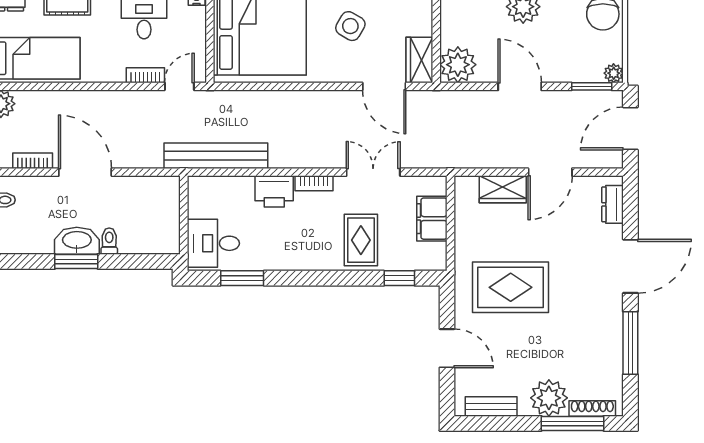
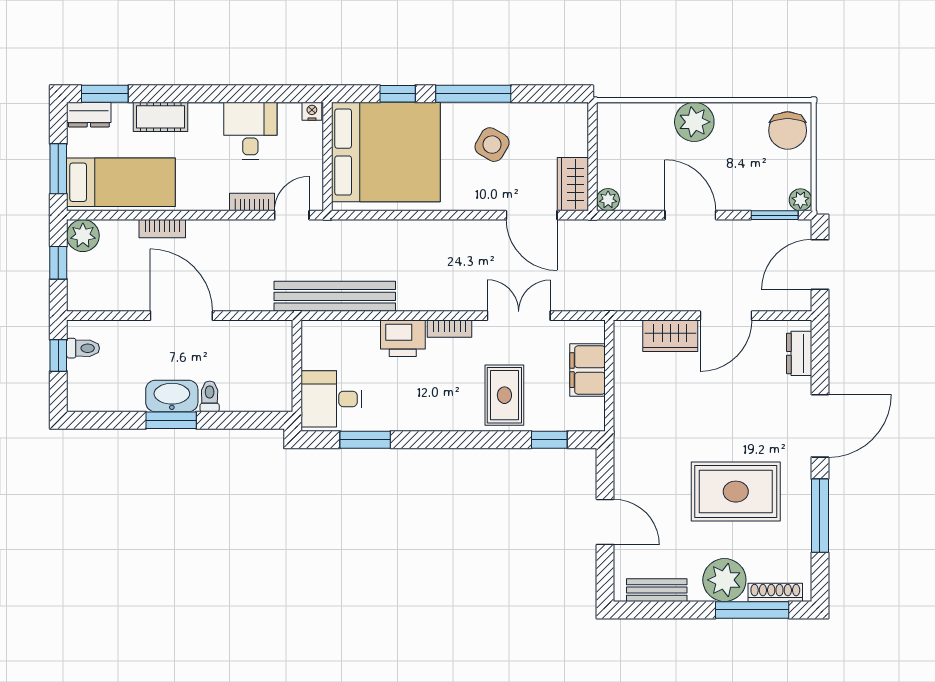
plant: (458, 65) -> (608, 200), width x0.53, depth x0.53
bookcase: (33, 161) -> (162, 229), moved, turned 180
rug: (511, 287) -> (736, 492), moved

